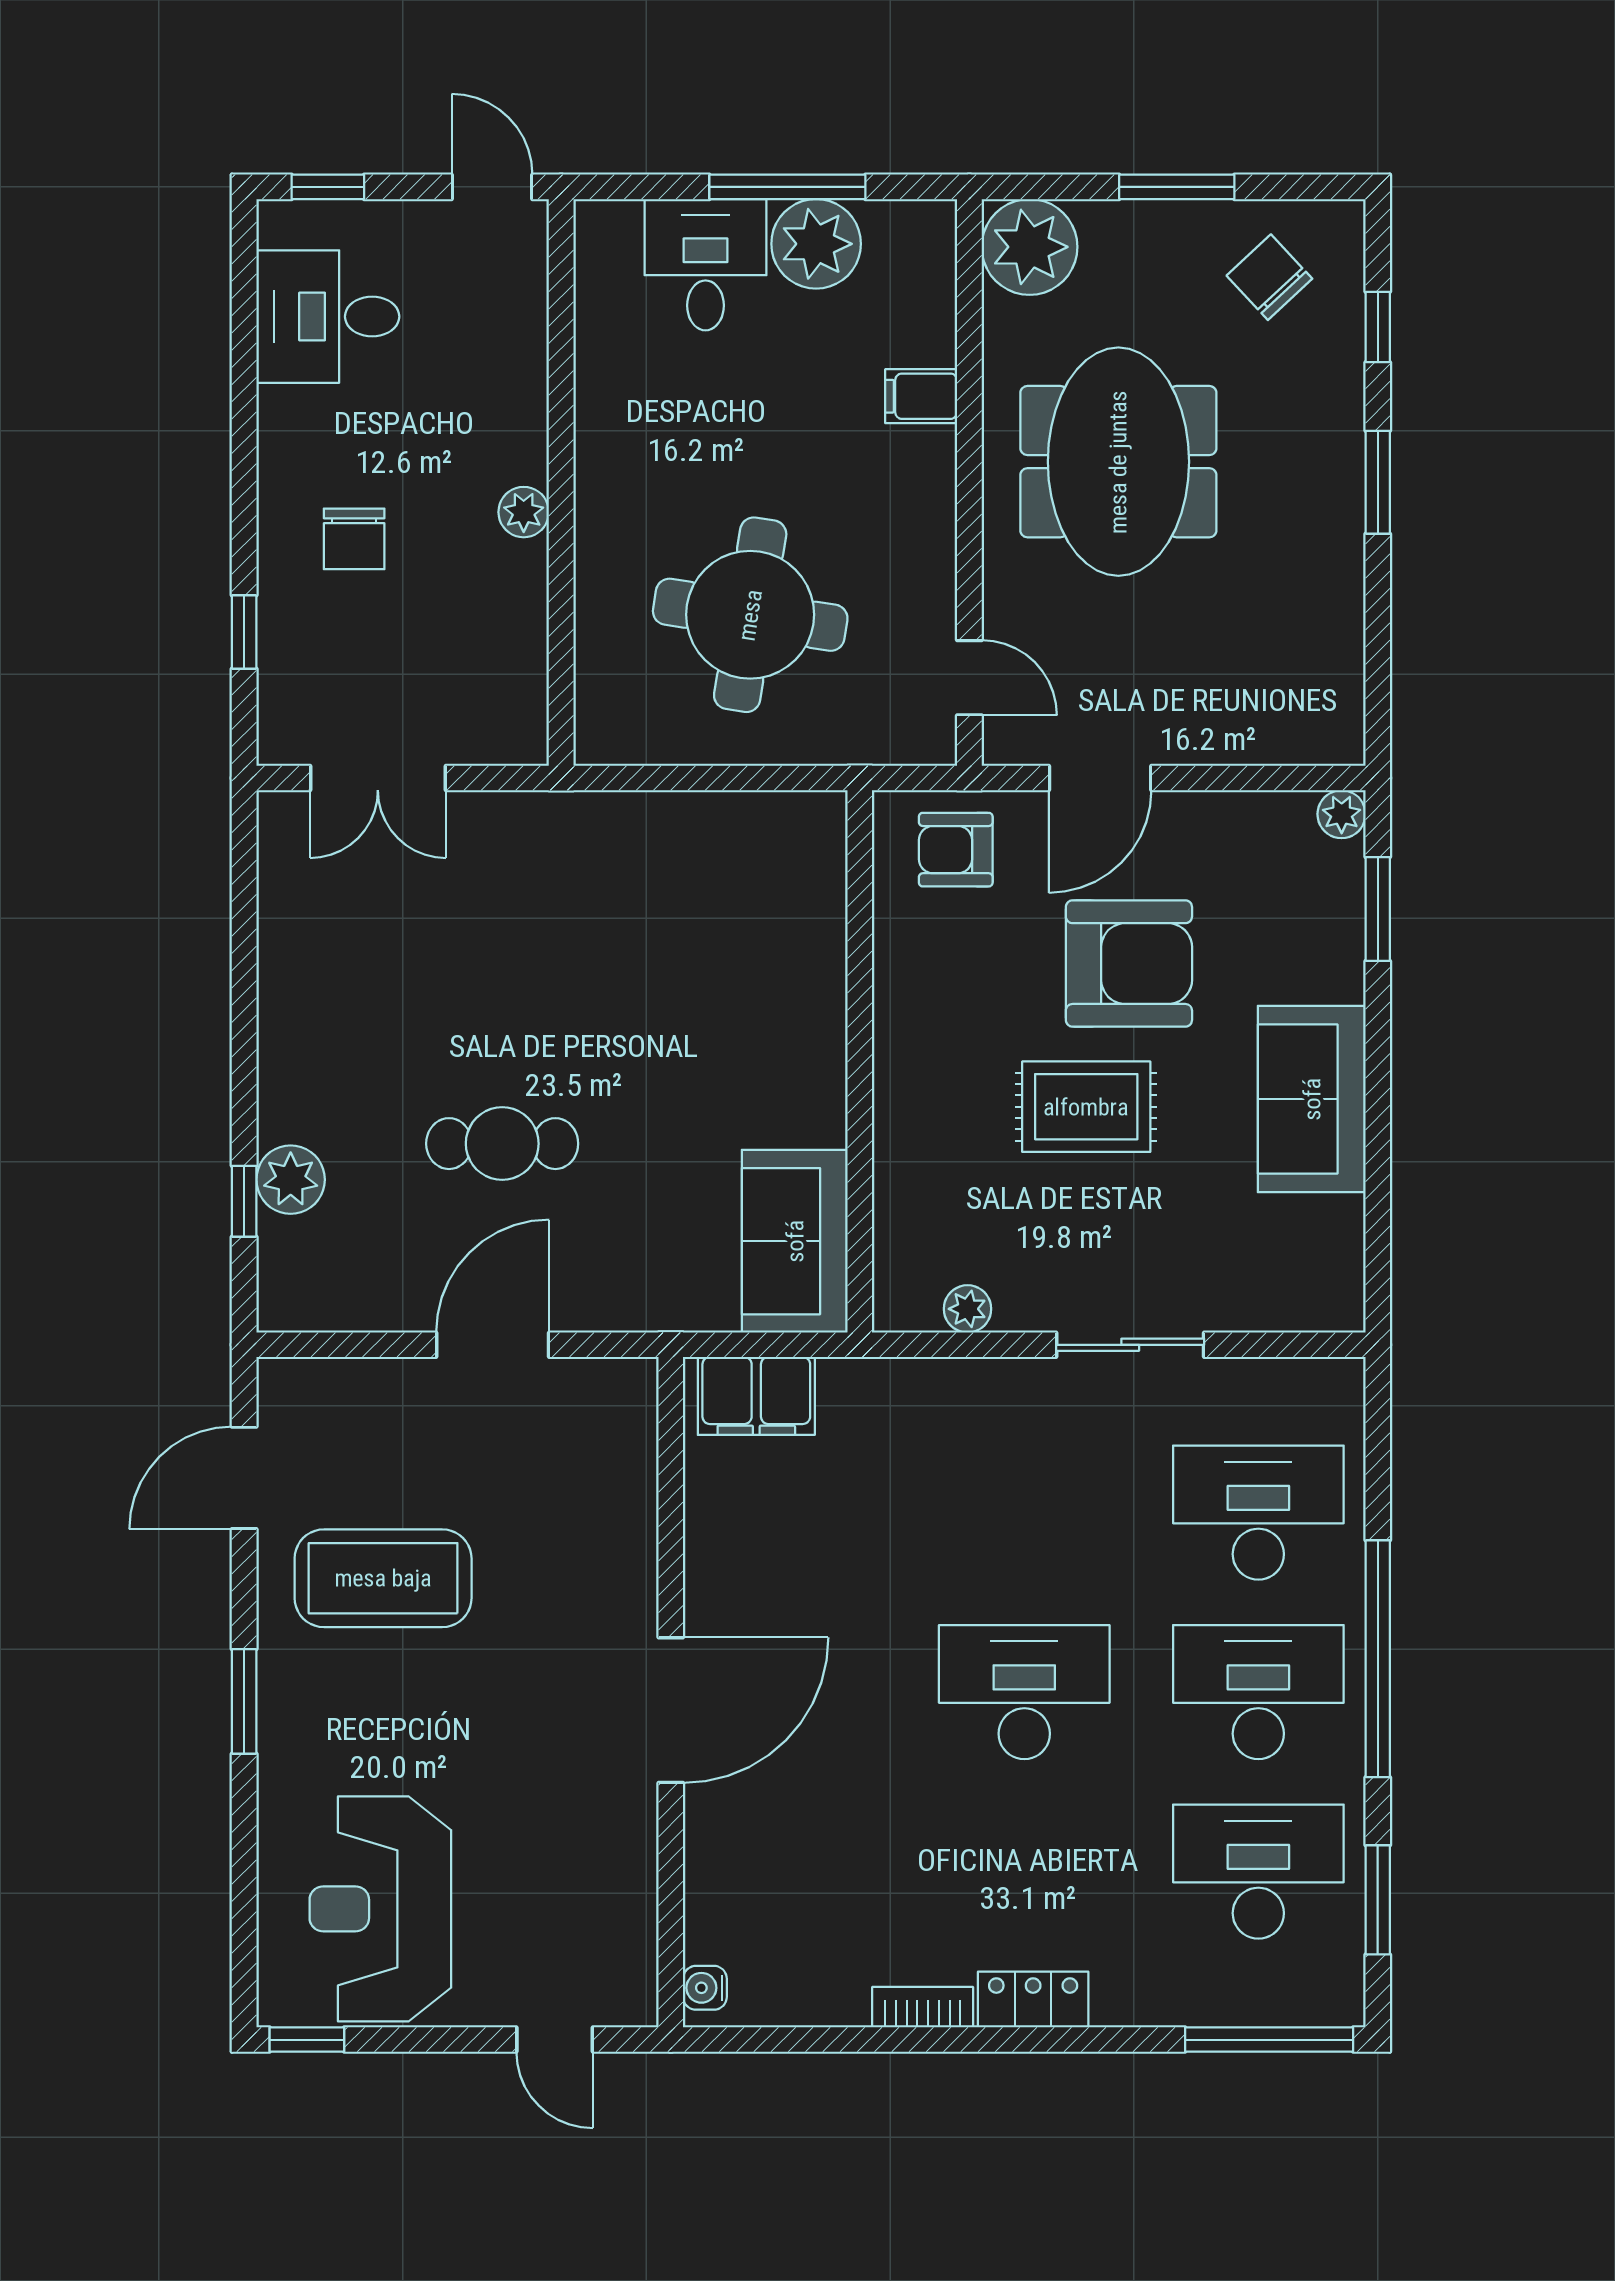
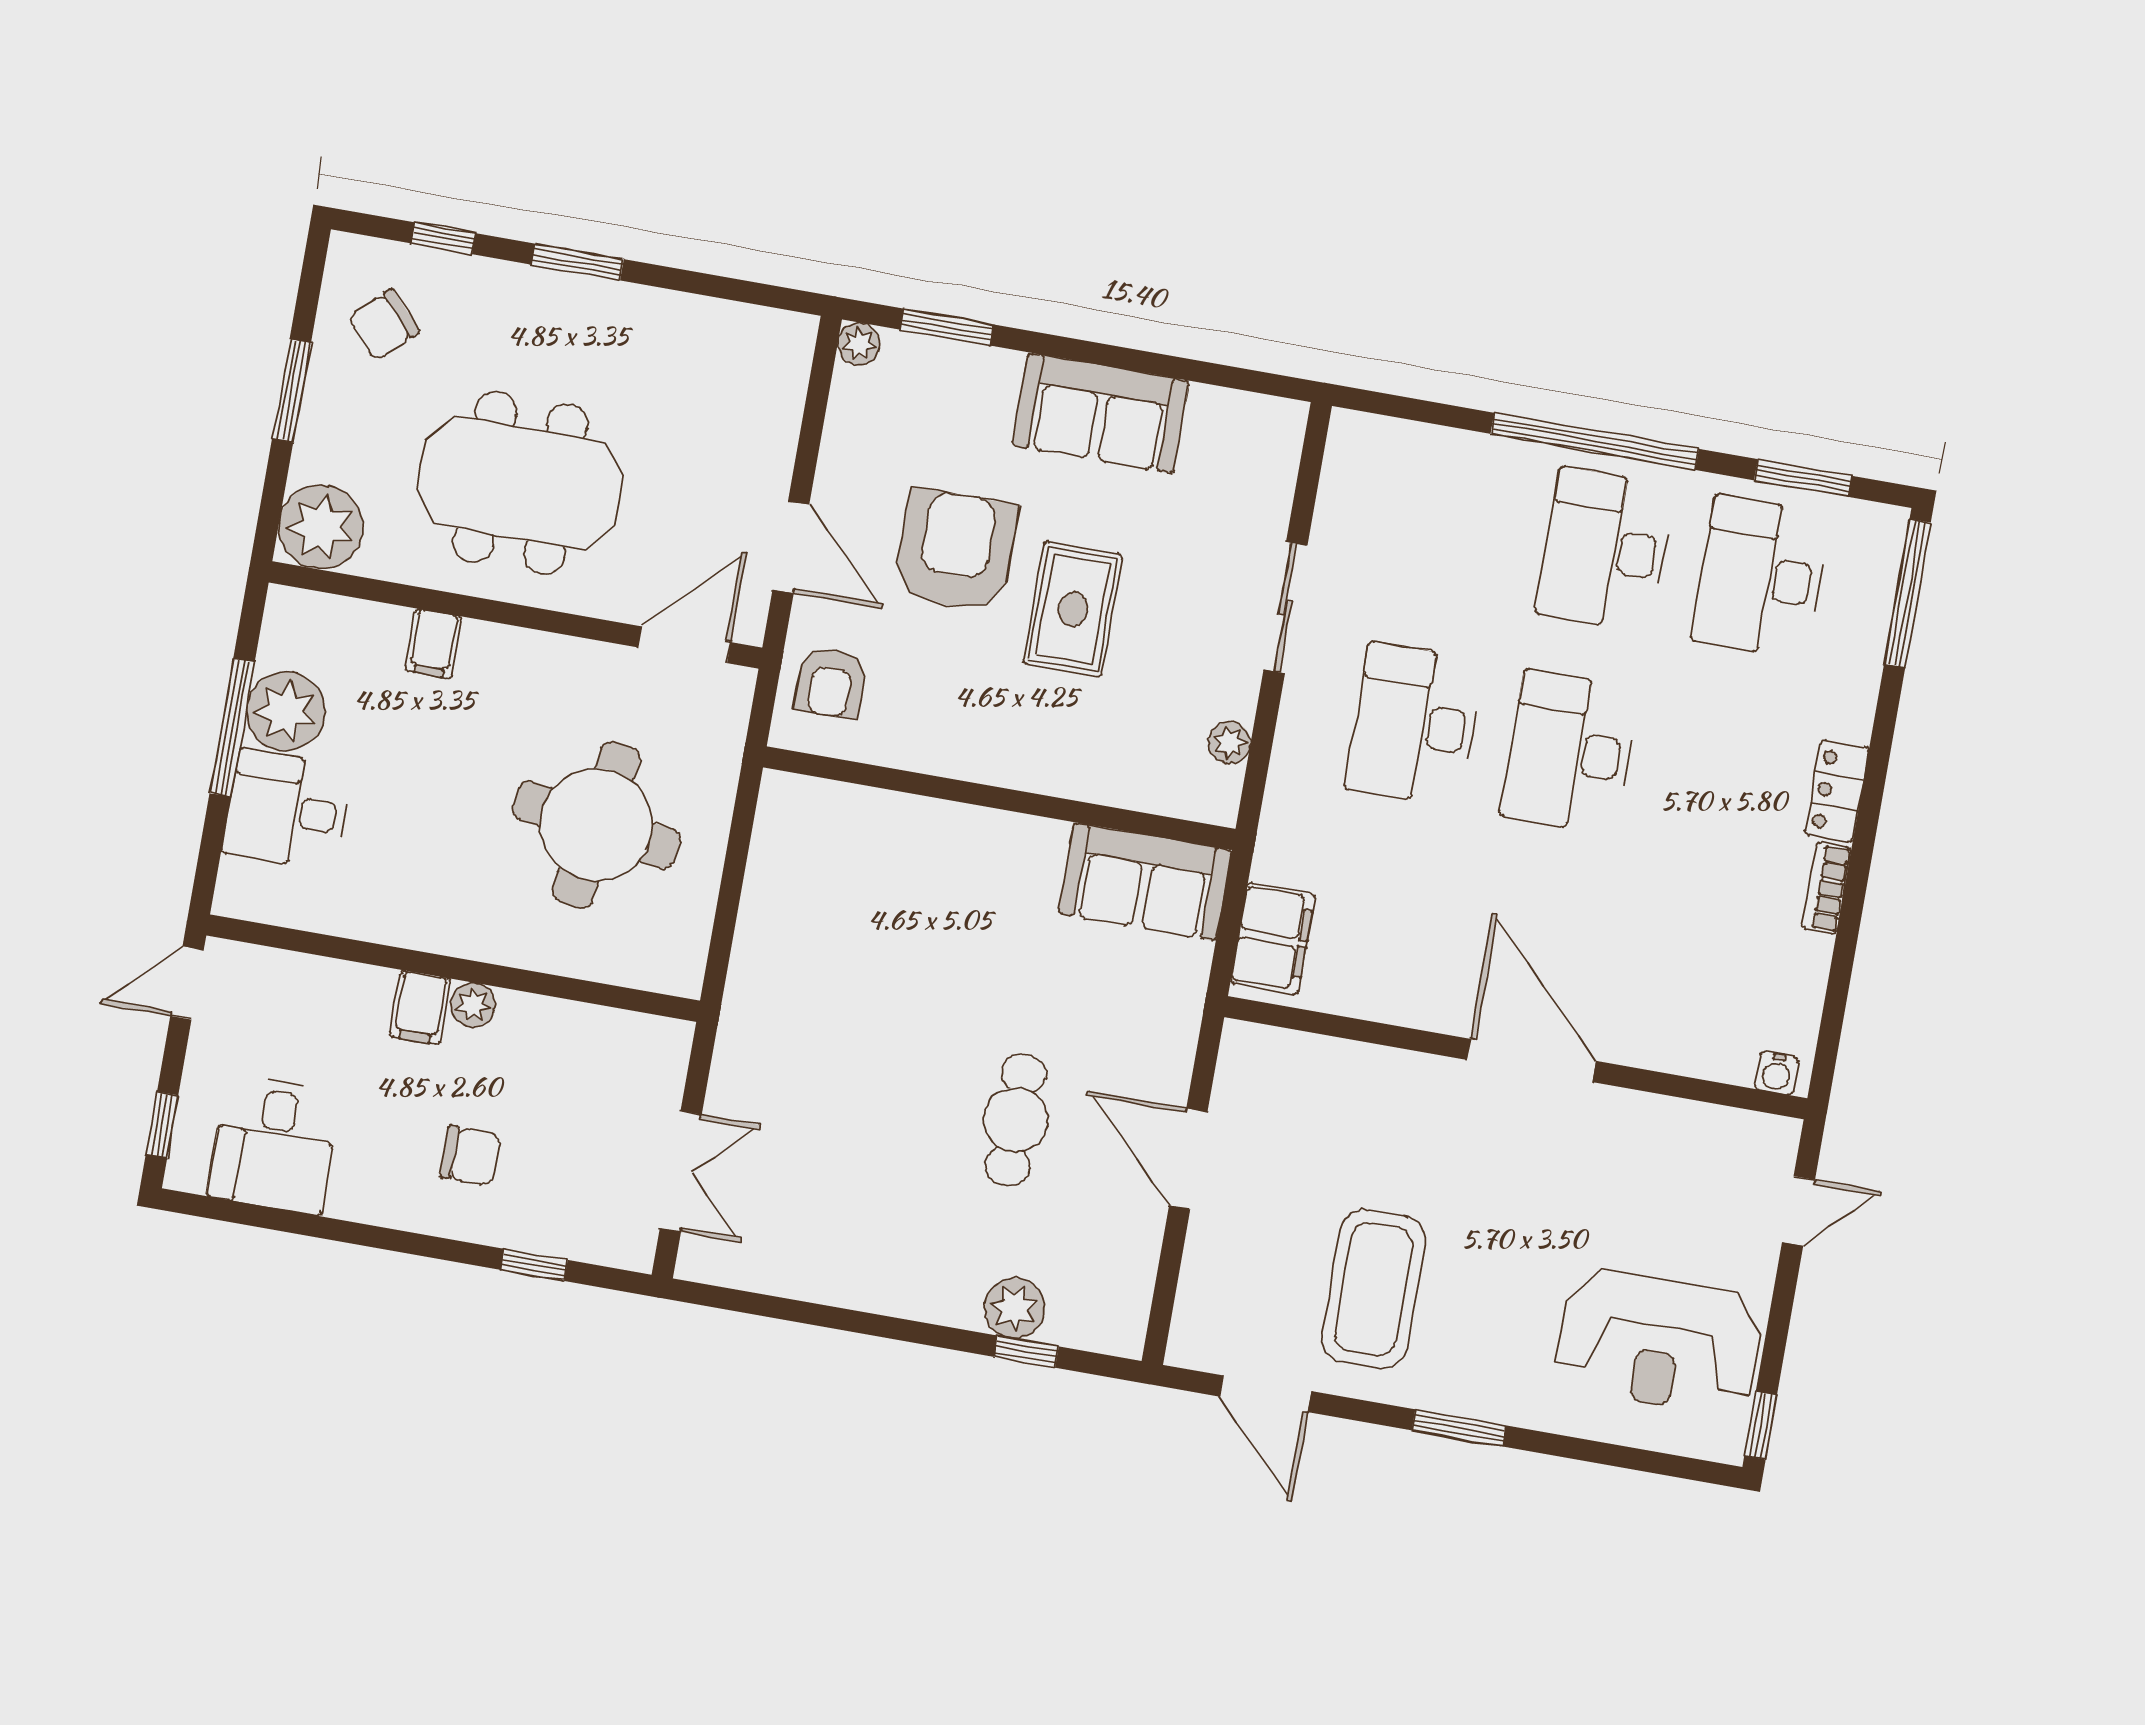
filing cabinet: (510, 453) -> (420, 1008), added
door: (969, 678) -> (684, 645), width x1.38
desk: (1258, 1513) -> (1415, 725), moved

